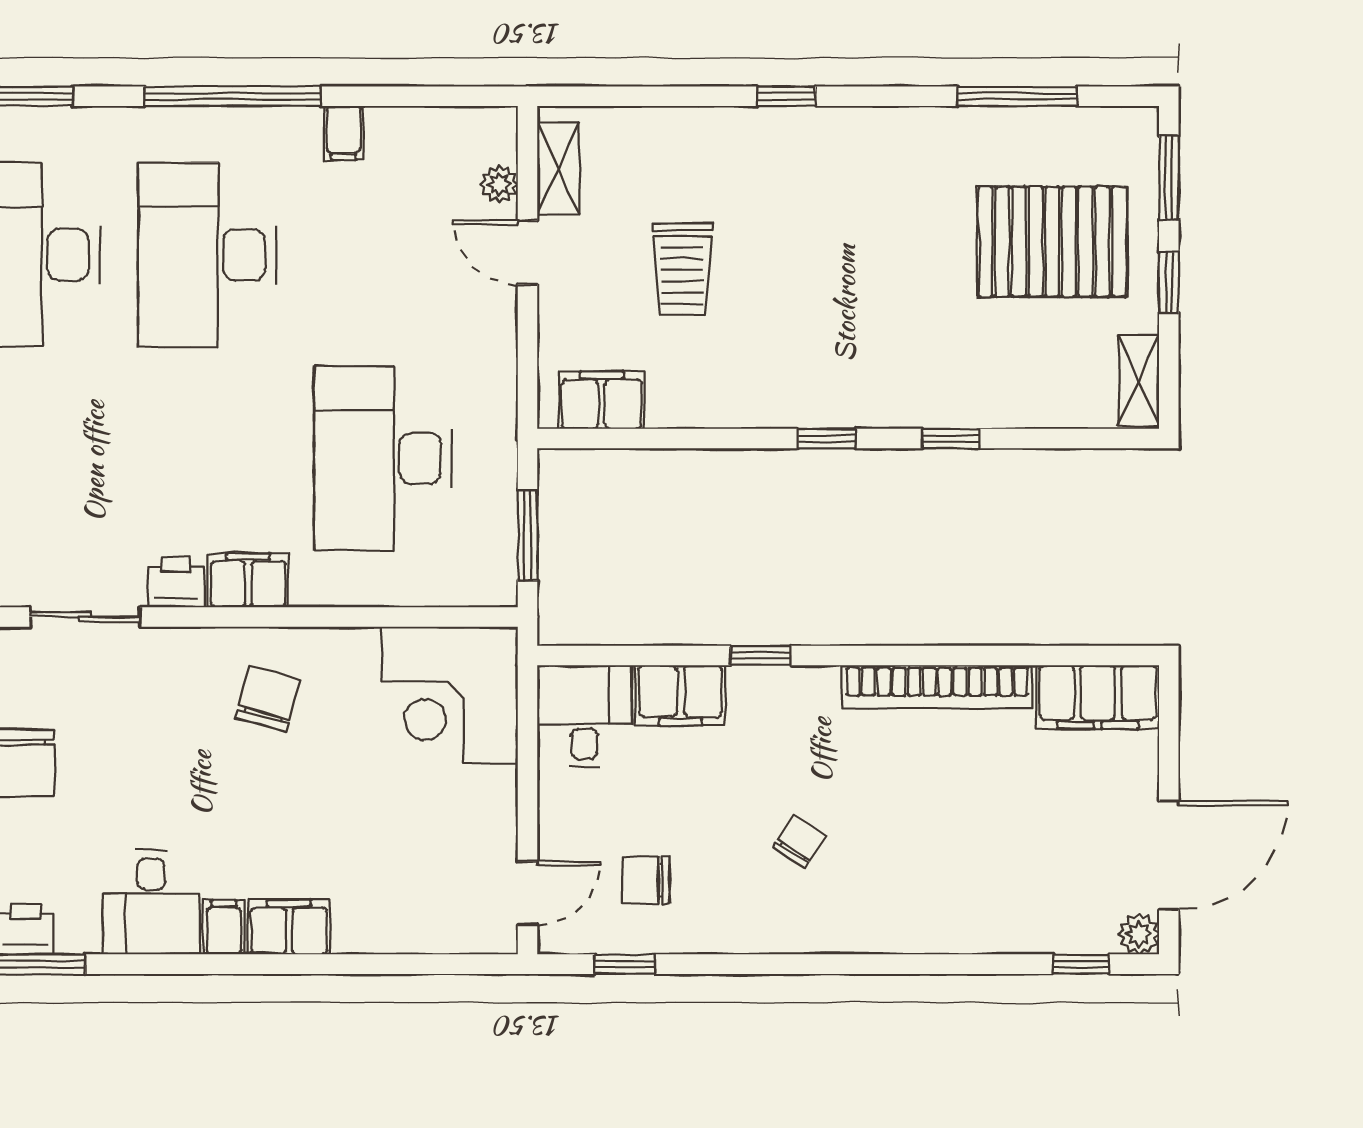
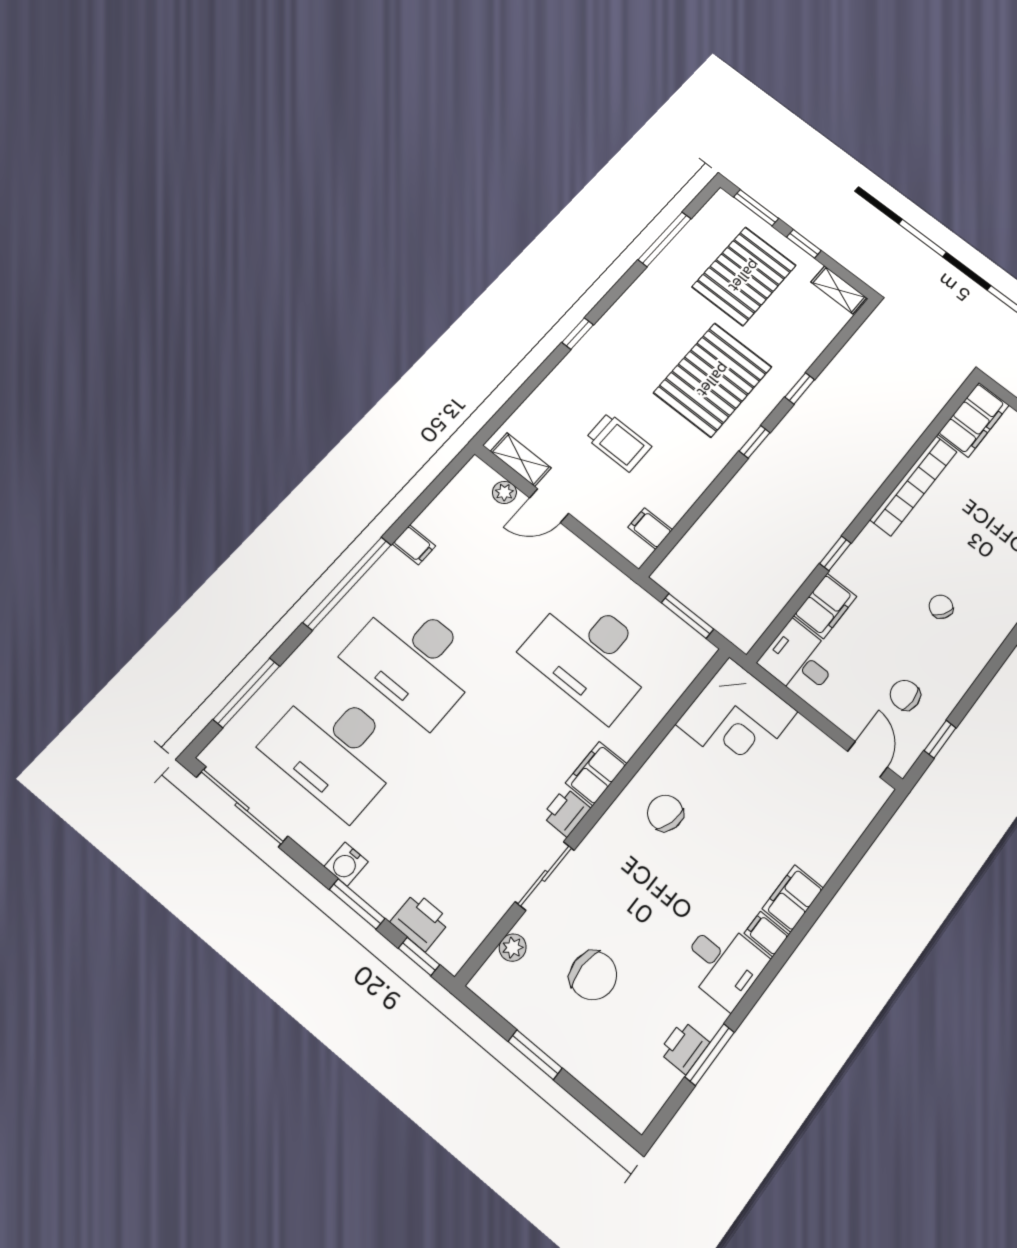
pallet: (868, 318) -> (713, 380), added
filing cabinet: (602, 400) -> (650, 528), width x0.50
chair: (646, 880) -> (905, 695), turned 90

